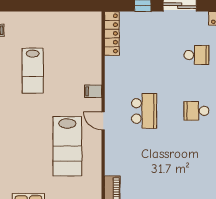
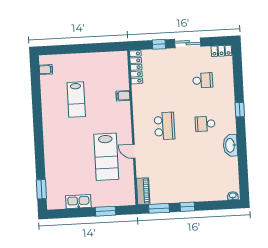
filing cabinet: (93, 91) -> (123, 96), moved
door: (103, 121) -> (134, 151), moved

